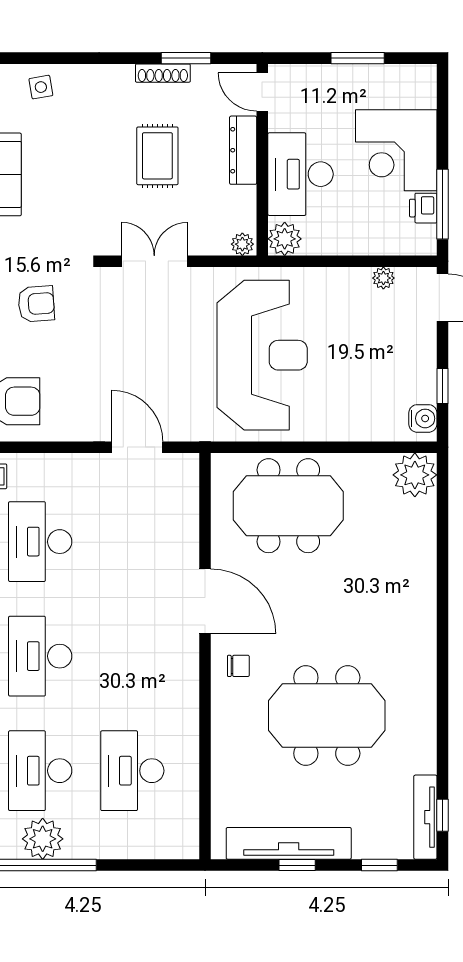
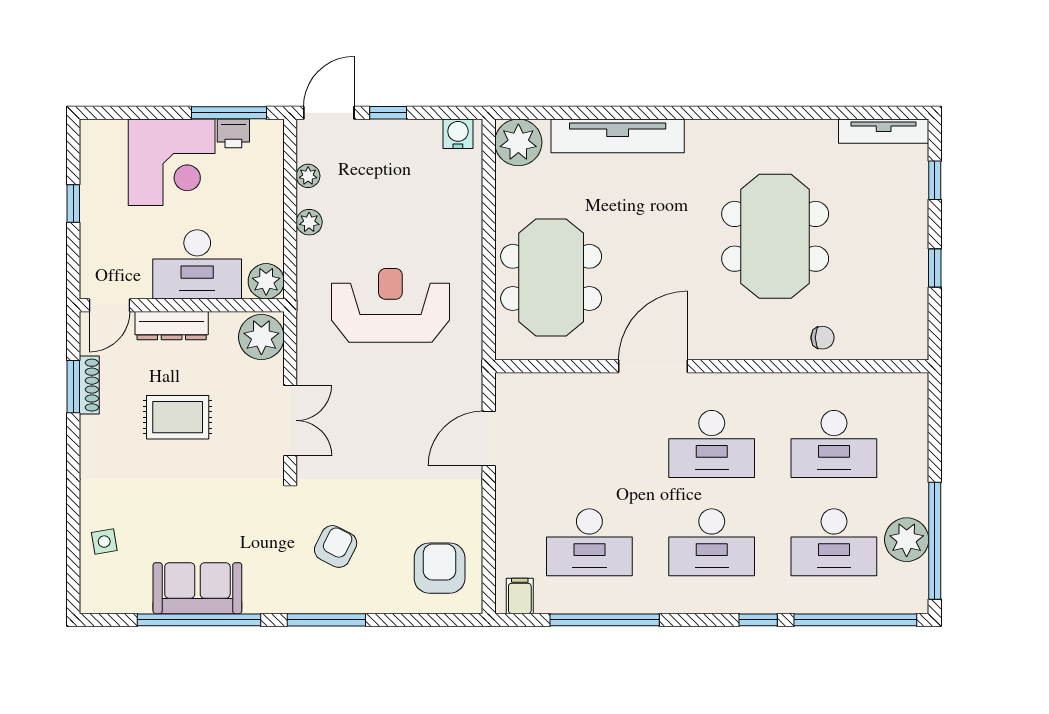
window: (358, 58) -> (73, 203), width x0.67
shoe rack: (163, 73) -> (89, 385), moved
plant: (242, 244) -> (261, 337), width x1.87, depth x1.87
double door: (154, 261) -> (290, 420), swing flipped
plant: (340, 279) -> (309, 222), added
armchair: (36, 304) -> (336, 546), turned 31
reception desk: (262, 355) -> (390, 305), width x0.74, depth x0.77
window: (443, 386) -> (388, 113), moved
desk: (132, 656) -> (712, 444), added
chair: (238, 666) -> (823, 338), moved, turned 90
window: (443, 815) -> (882, 113), removed
tv unit: (289, 843) -> (618, 136), moved, turned -90

